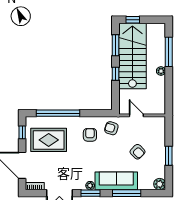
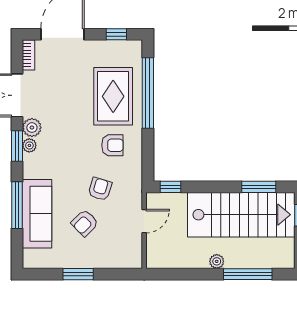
window: (115, 74) -> (171, 187), moved
armchair: (111, 128) -> (100, 189), moved
rug: (49, 140) -> (113, 96), moved
sofa: (116, 181) -> (37, 214), moved
plant: (160, 184) -> (32, 128), moved

